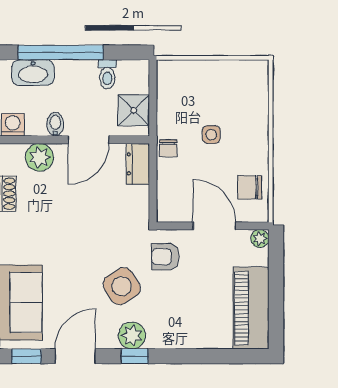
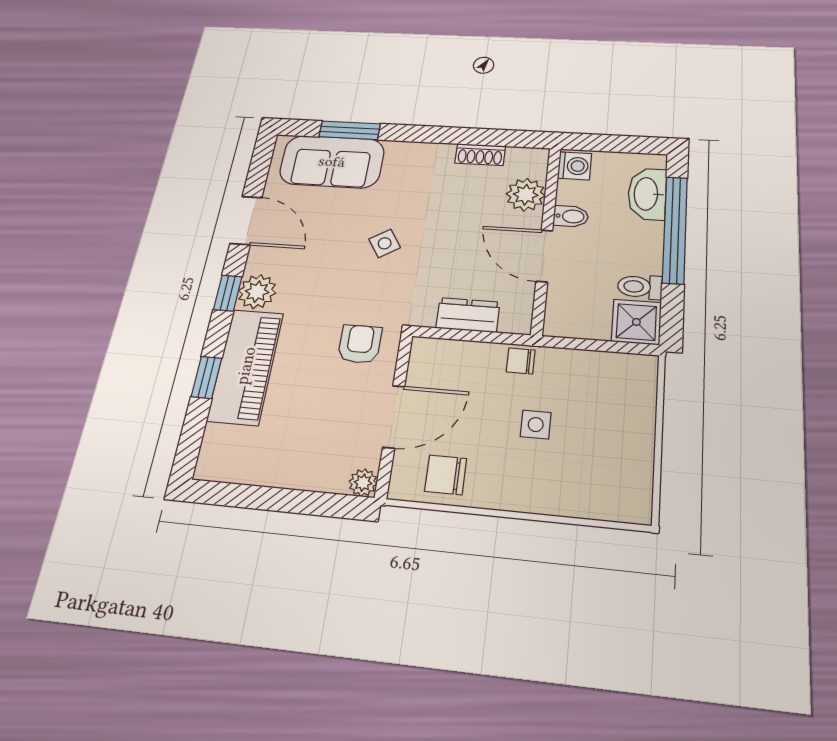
shower: (134, 110) -> (636, 322), moved
dresser: (138, 164) -> (468, 315), moved
chair: (250, 187) -> (446, 475), turned -90
side table: (122, 286) -> (385, 243), moved, width x0.54, depth x0.54
piano: (251, 308) -> (246, 366), moved, turned 90
window: (26, 356) -> (206, 377), moved

